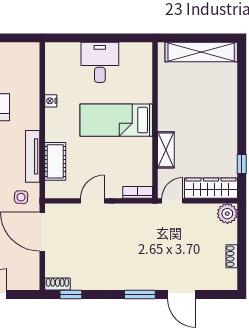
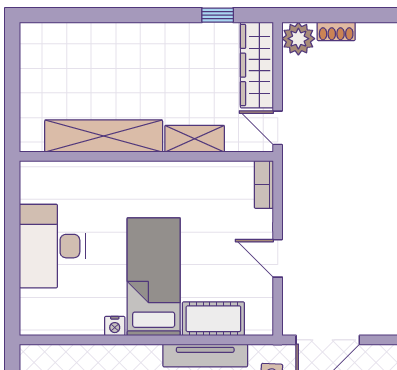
shelving: (201, 52) -> (104, 136), moved, turned 90
desk: (100, 62) -> (52, 246), width x1.37
bed: (116, 120) -> (154, 277), moved, turned 180
shoe rack: (232, 256) -> (336, 31), moved

